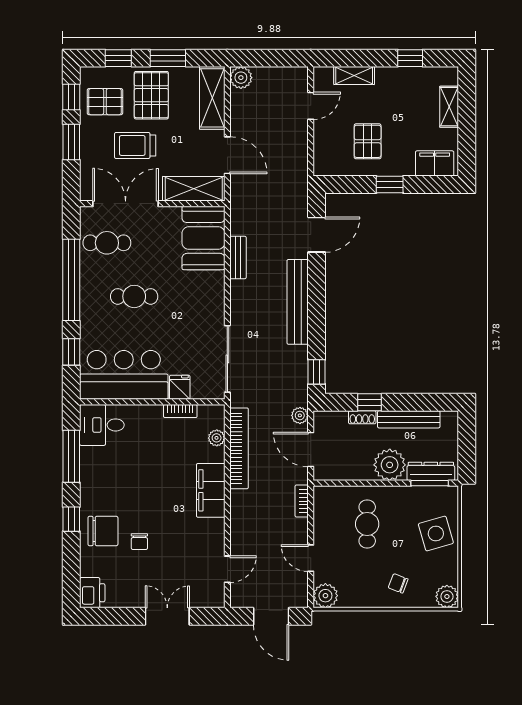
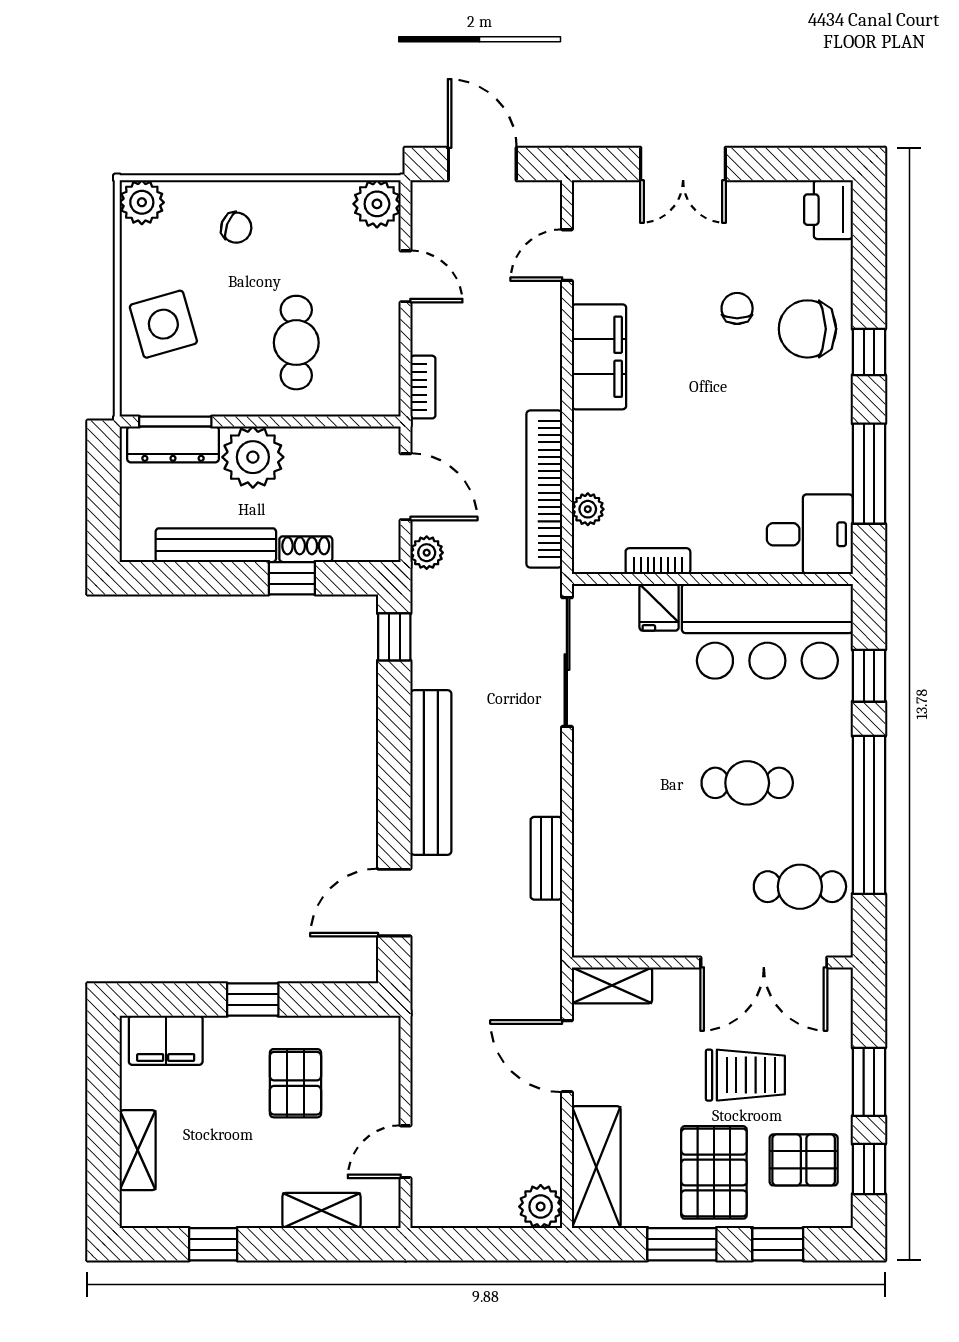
shelving: (194, 189) -> (612, 985), width x0.67, depth x0.75
booth: (203, 238) -> (613, 896), removed
filing cabinet: (211, 490) -> (599, 357), moved

